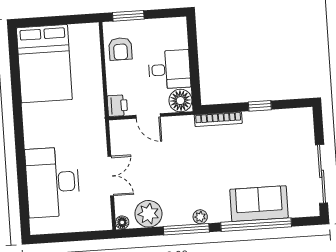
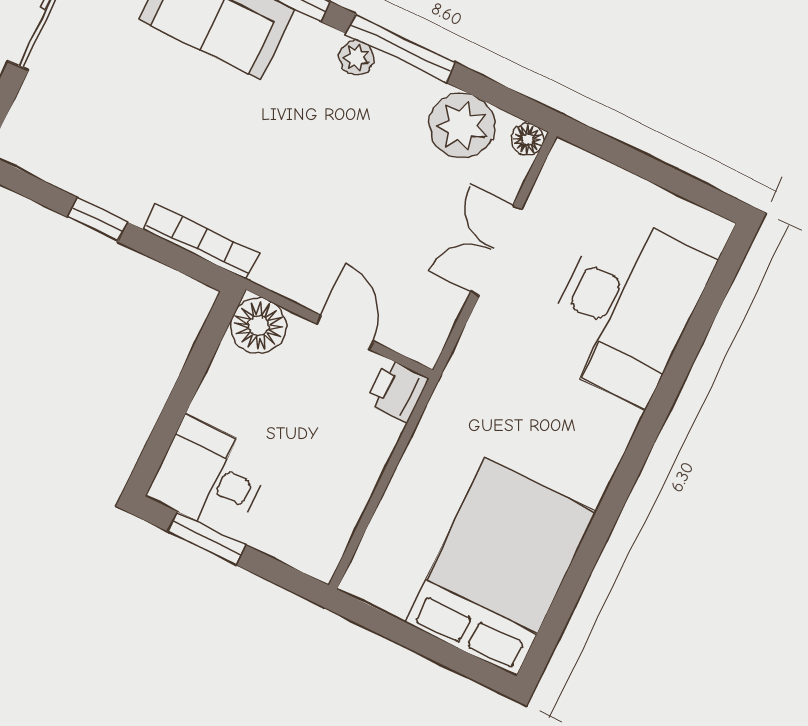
window: (128, 16) -> (207, 538), moved
armchair: (120, 49) -> (323, 507), removed
desk: (169, 69) -> (210, 477), moved

